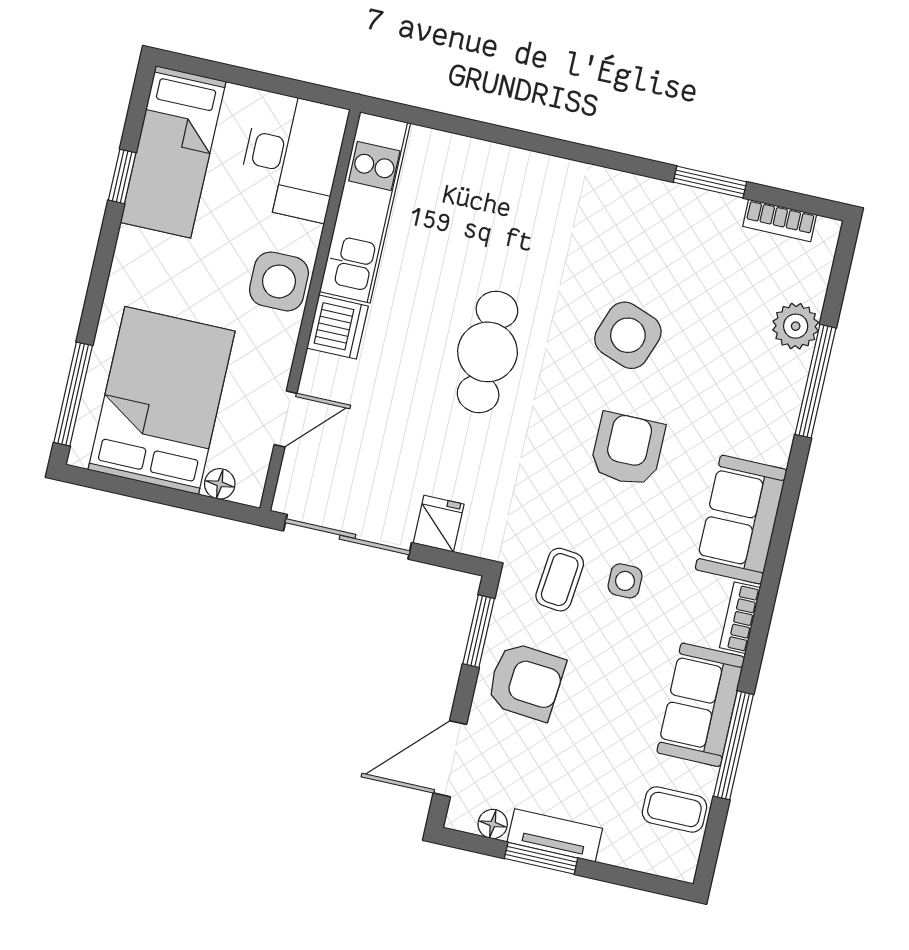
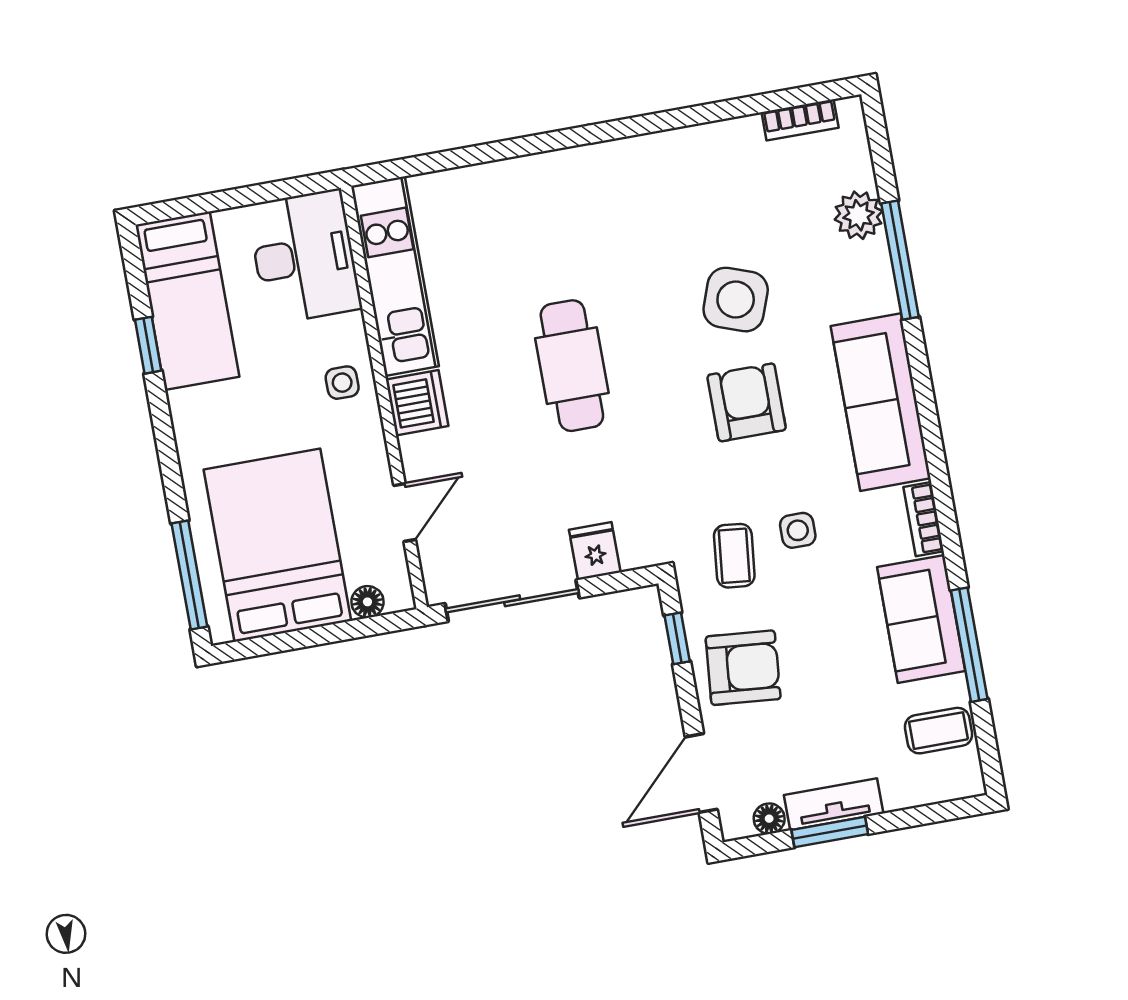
window: (710, 182) -> (717, 111), removed
side table: (279, 281) -> (342, 383), width x0.54, depth x0.54
side table: (628, 335) -> (736, 300), moved
sofa: (741, 520) -> (881, 402), width x1.36
window: (479, 631) -> (677, 638), width x0.67

